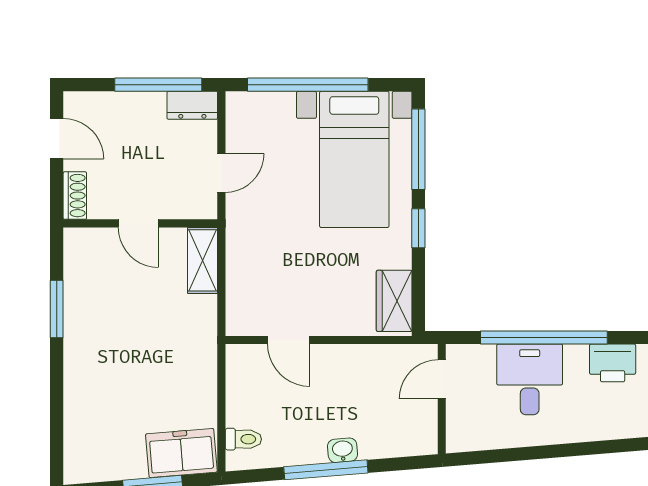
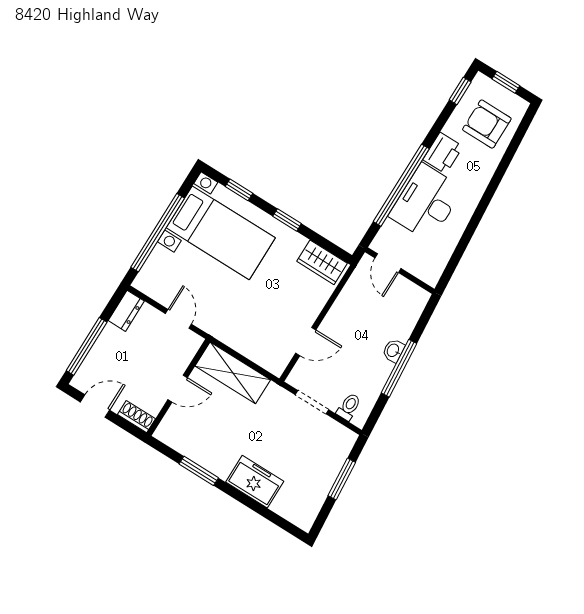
window: (158, 85) -> (87, 346), moved
window: (418, 149) -> (239, 190), width x0.46
shelving: (203, 260) -> (233, 373), width x1.50, depth x1.33
desk: (530, 379) -> (426, 202), width x1.37
doorway: (221, 392) -> (312, 402), added
freezer: (181, 453) -> (255, 482), moved, turned 95

